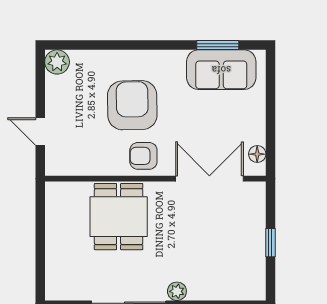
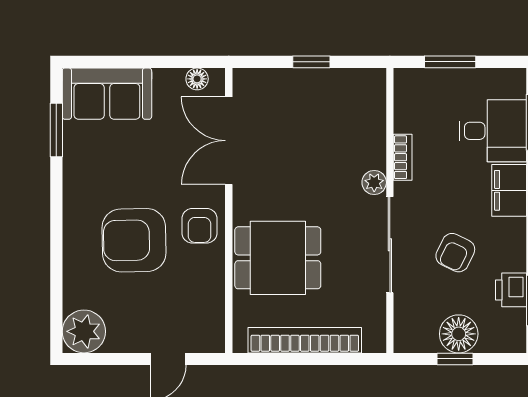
plant: (57, 62) -> (84, 331), width x1.36, depth x1.36
sofa: (221, 70) -> (107, 94), moved, turned 90
bookcase: (55, 238) -> (305, 340), added

